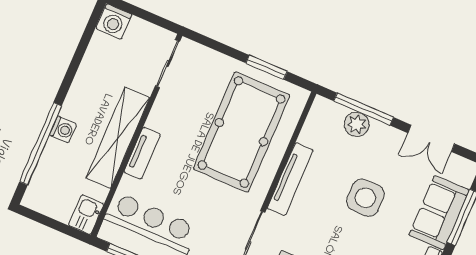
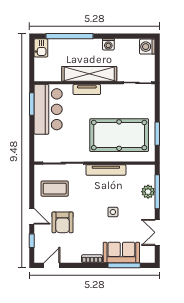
washing machine: (63, 129) -> (108, 44), moved
side table: (365, 198) -> (113, 212), width x0.54, depth x0.54
kitchen sink: (86, 215) -> (41, 48), moved, turned 90

